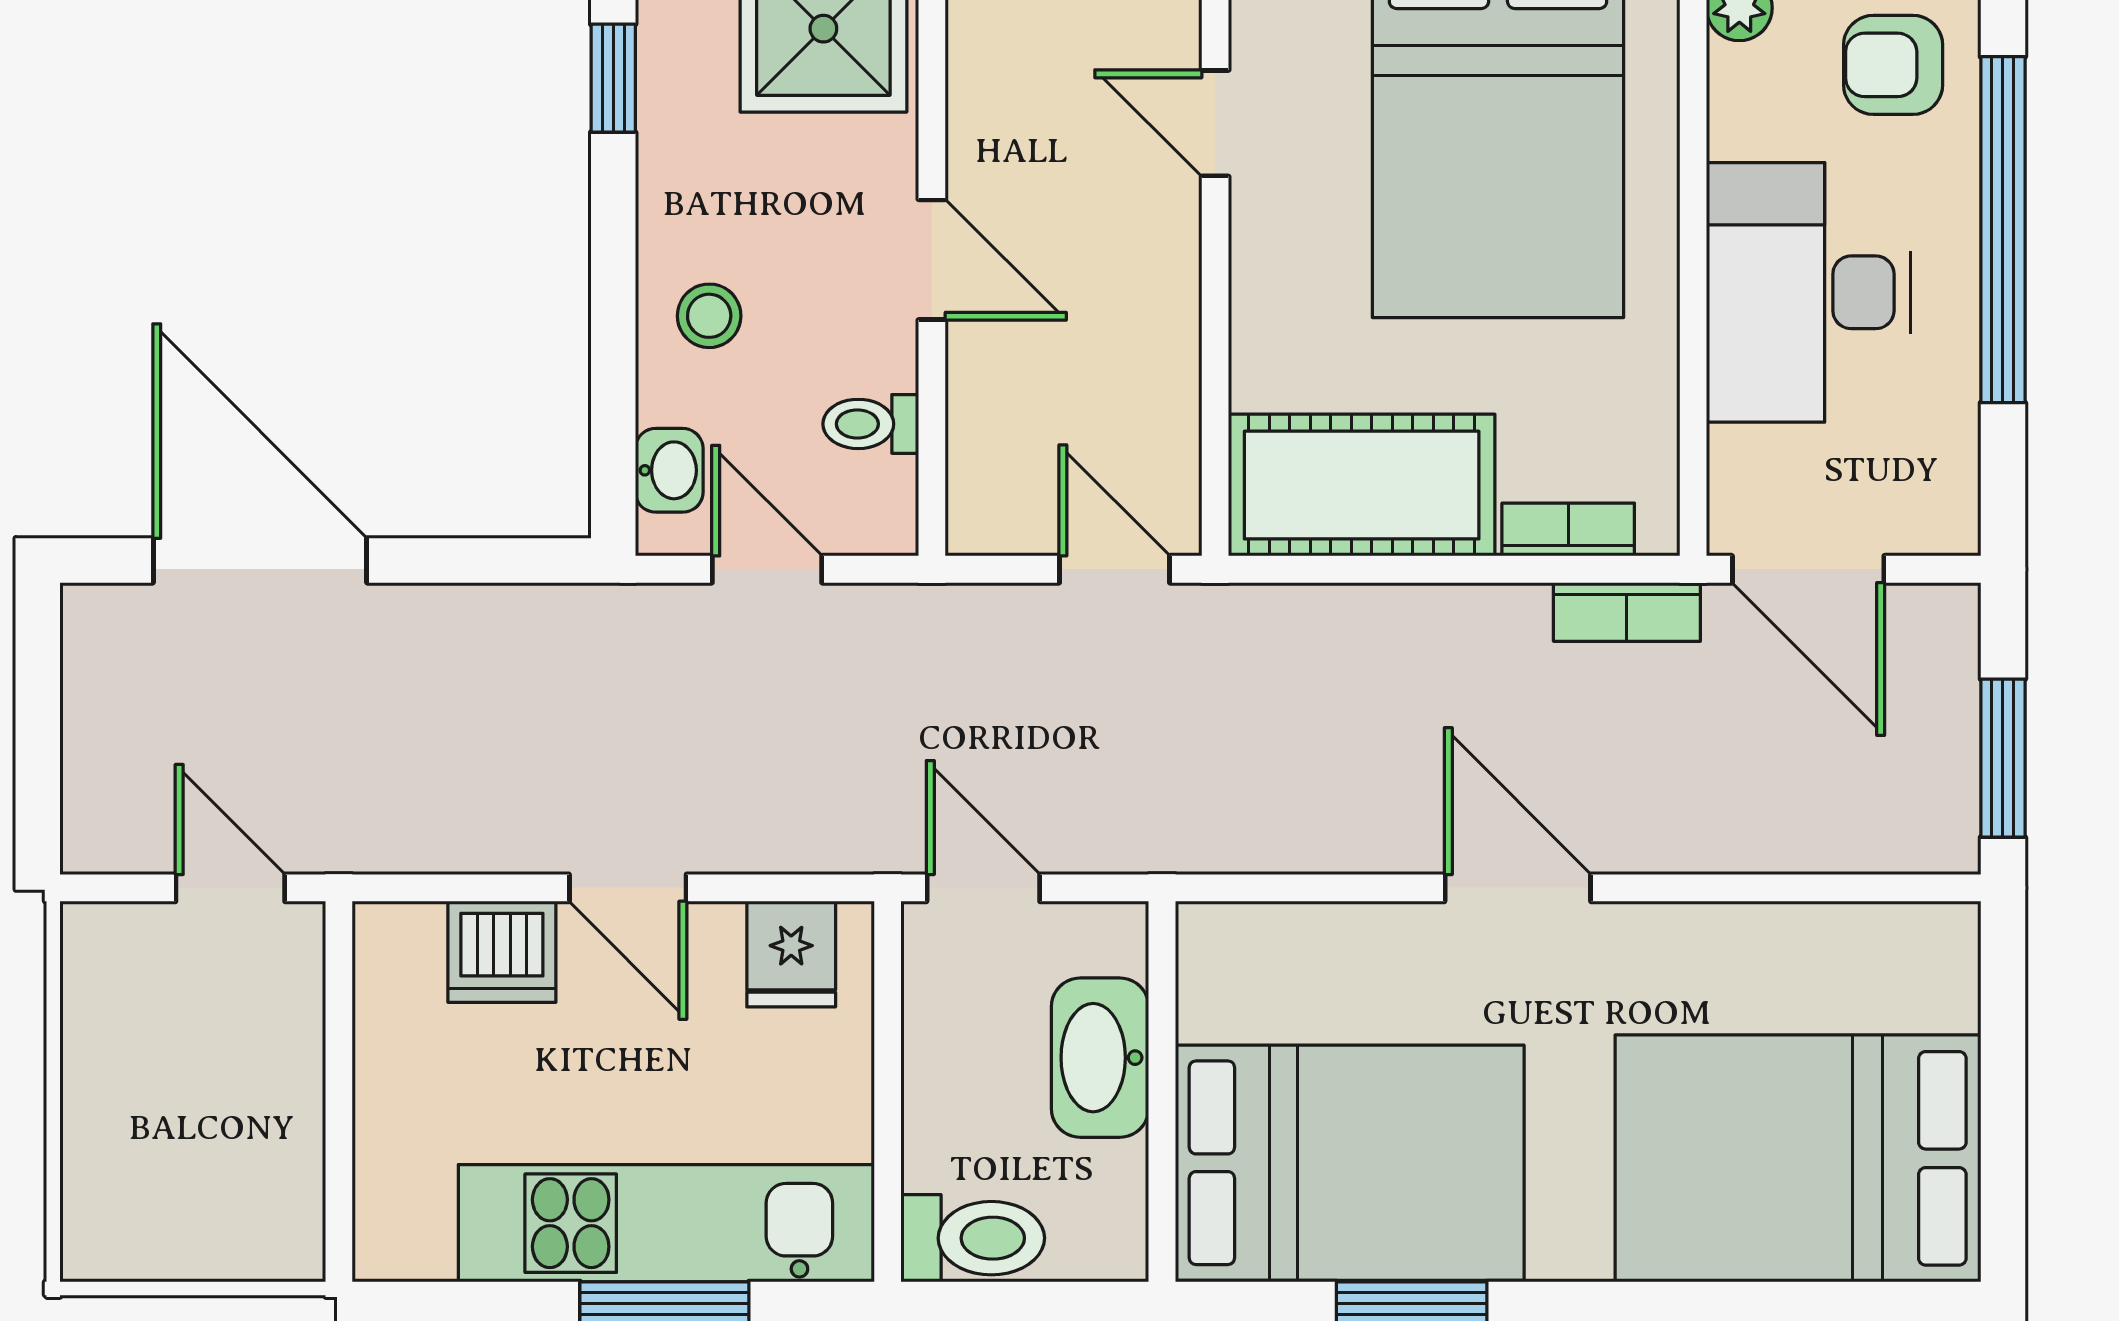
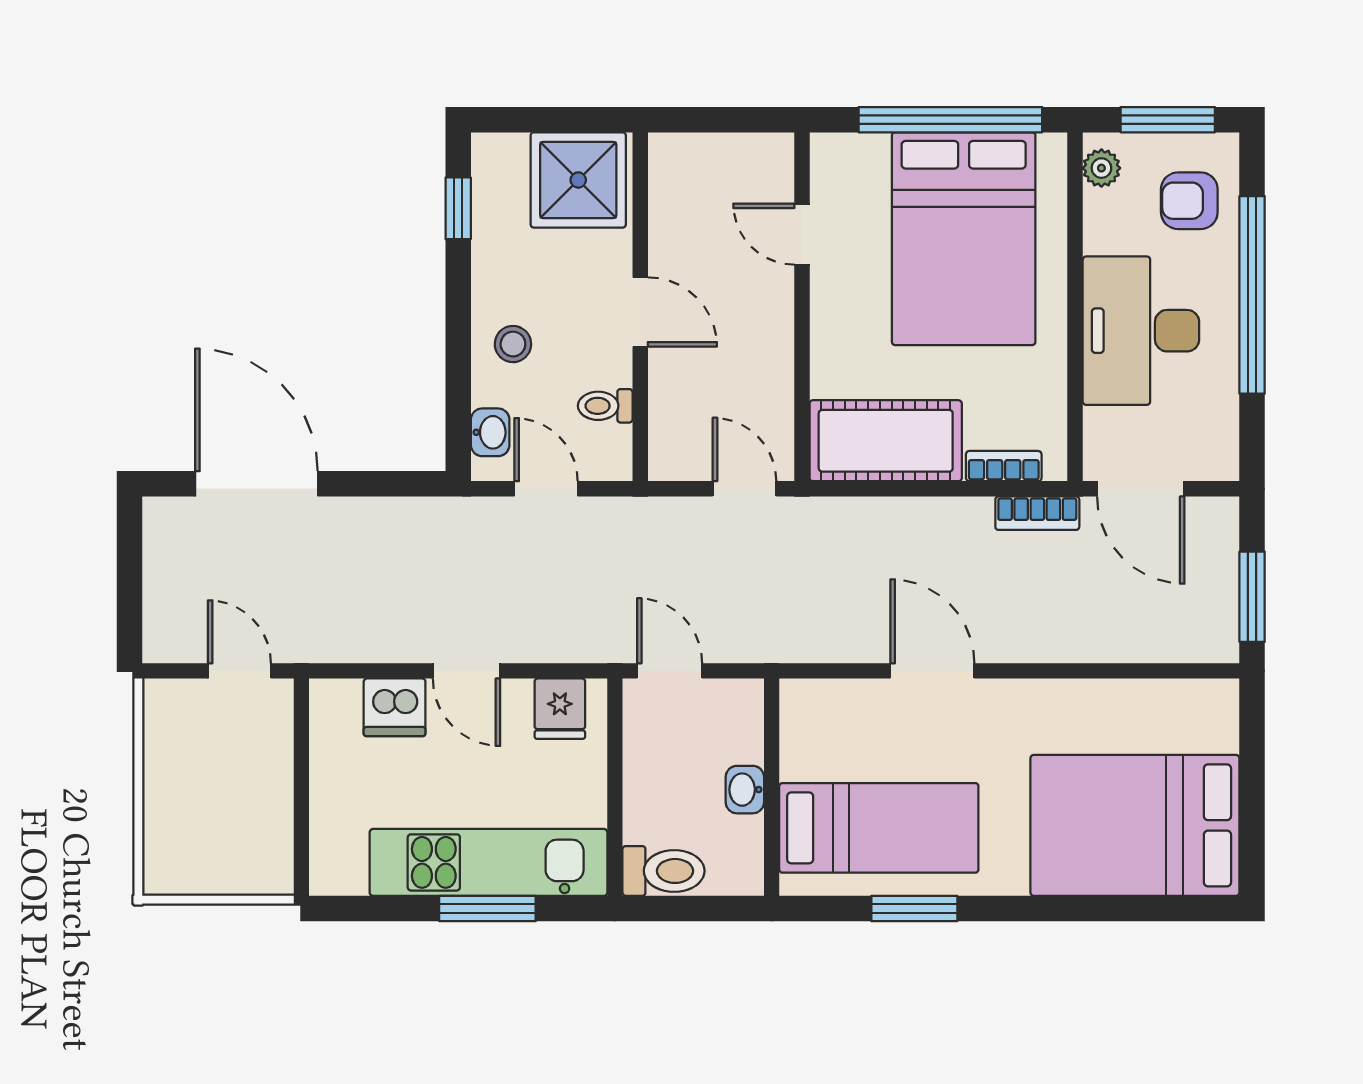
door: (1518, 888) -> (932, 671), moved
washbasin: (1100, 1058) -> (745, 790), width x0.52, depth x0.69
bed: (1350, 1163) -> (879, 828), width x0.67

